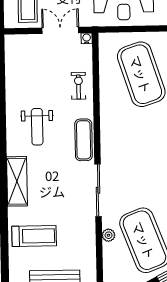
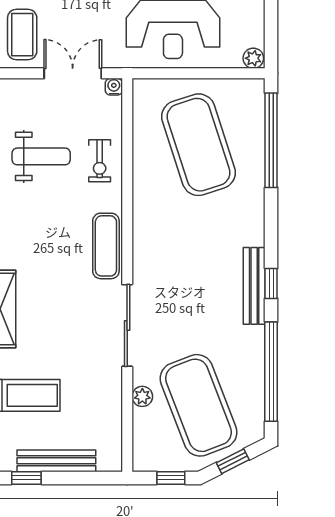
exercise bike: (78, 86) -> (100, 161), turned 180
weight bench: (37, 127) -> (41, 156), moved, turned -90

